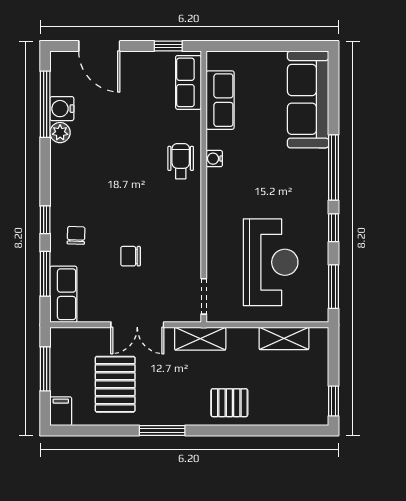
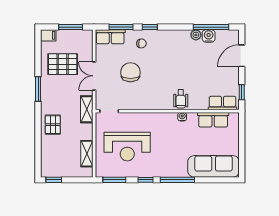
wheelchair: (181, 161) -> (181, 99), turned 90
chair: (131, 256) -> (130, 72), width x1.87, depth x1.87

